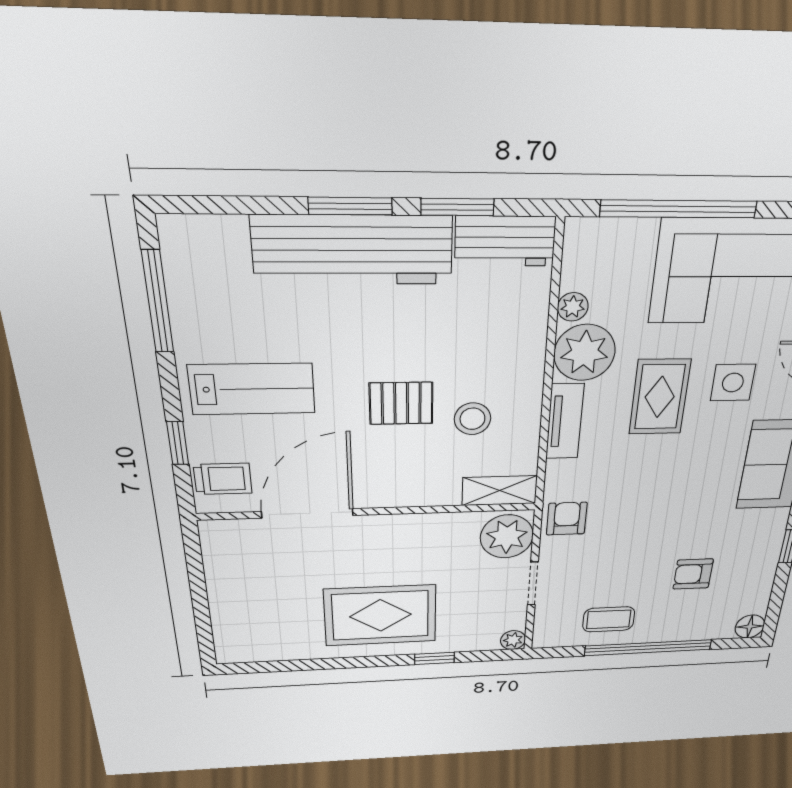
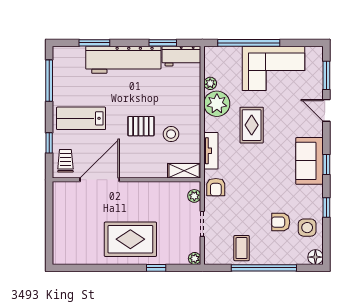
window: (350, 206) -> (94, 43), moved
side table: (733, 383) -> (307, 228), moved
lab bench: (252, 389) -> (81, 118), turned 180
tv unit: (565, 421) -> (211, 151), moved
trolley: (223, 479) -> (65, 161), turned -90
armchair: (567, 519) -> (216, 187), turned 180
plant: (507, 536) -> (194, 196), width x0.53, depth x0.53
coffee table: (609, 619) -> (242, 248), turned 90

